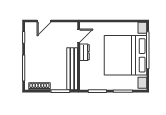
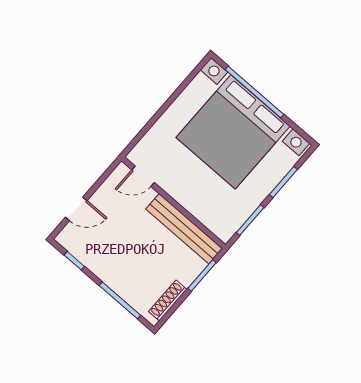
door: (44, 21) -> (76, 209), hinge flipped
door: (79, 36) -> (143, 176), swing flipped
dresser: (85, 52) -> (176, 189), removed

